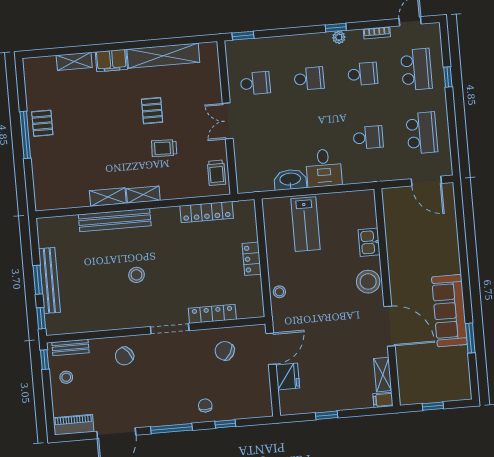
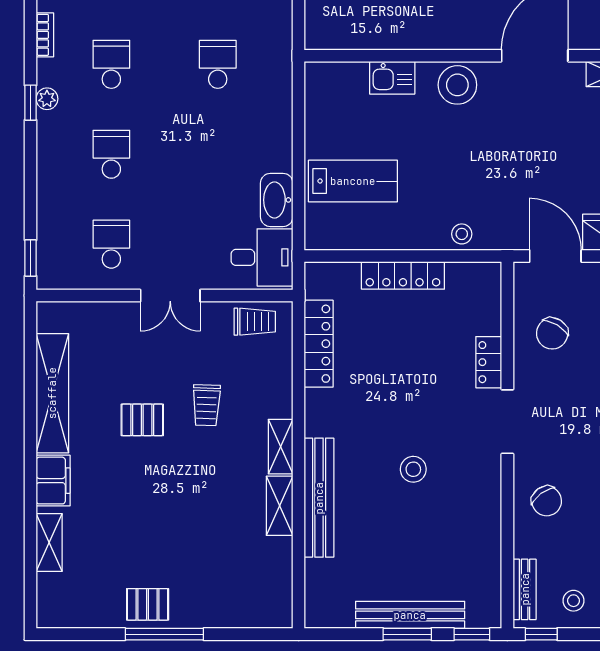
desk: (324, 168) -> (262, 257), moved
locker: (252, 259) -> (403, 275), width x1.53
locker: (212, 314) -> (489, 362), width x0.66

